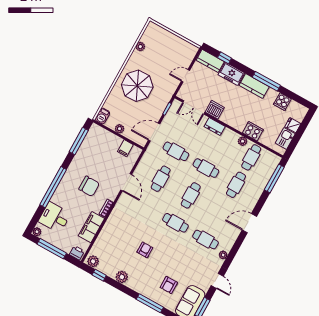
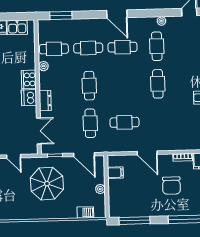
plant: (140, 47) -> (11, 215), removed
parasol: (137, 86) -> (47, 184), moved
dishwasher: (215, 110) -> (29, 98), moved
barbecue: (102, 116) -> (85, 212), moved
cooker: (253, 131) -> (29, 79), moved
window: (274, 178) -> (61, 15), width x0.69
door: (126, 182) -> (147, 153), swing flipped
chair: (89, 186) -> (171, 186), turned 180
cafe table: (191, 195) -> (122, 47), moved

